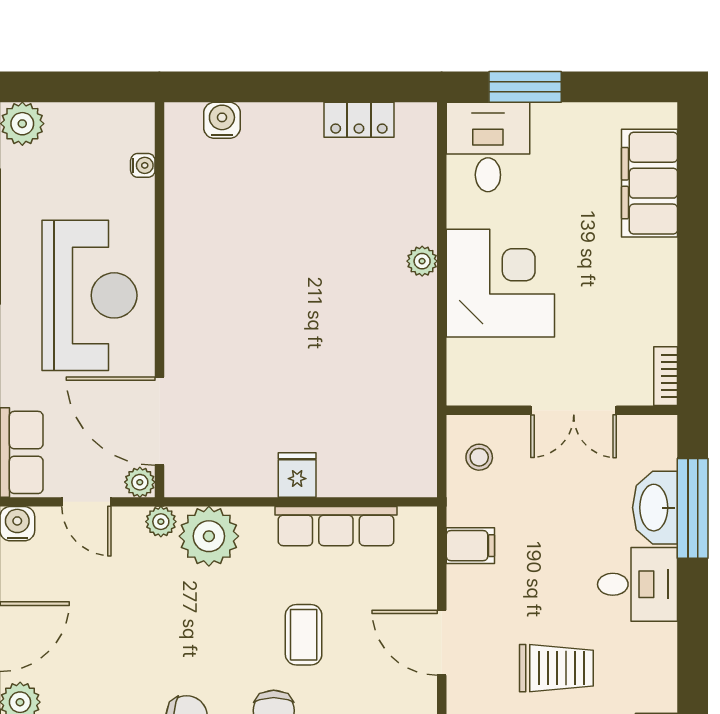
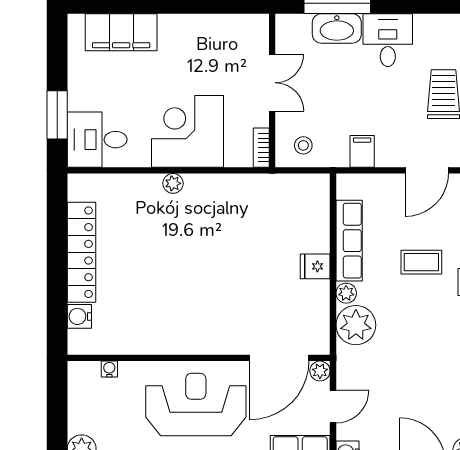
locker: (359, 120) -> (81, 252), width x2.16, depth x1.21
bookcase: (666, 376) -> (261, 148), moved, turned 90
plant: (161, 522) -> (346, 293), moved

